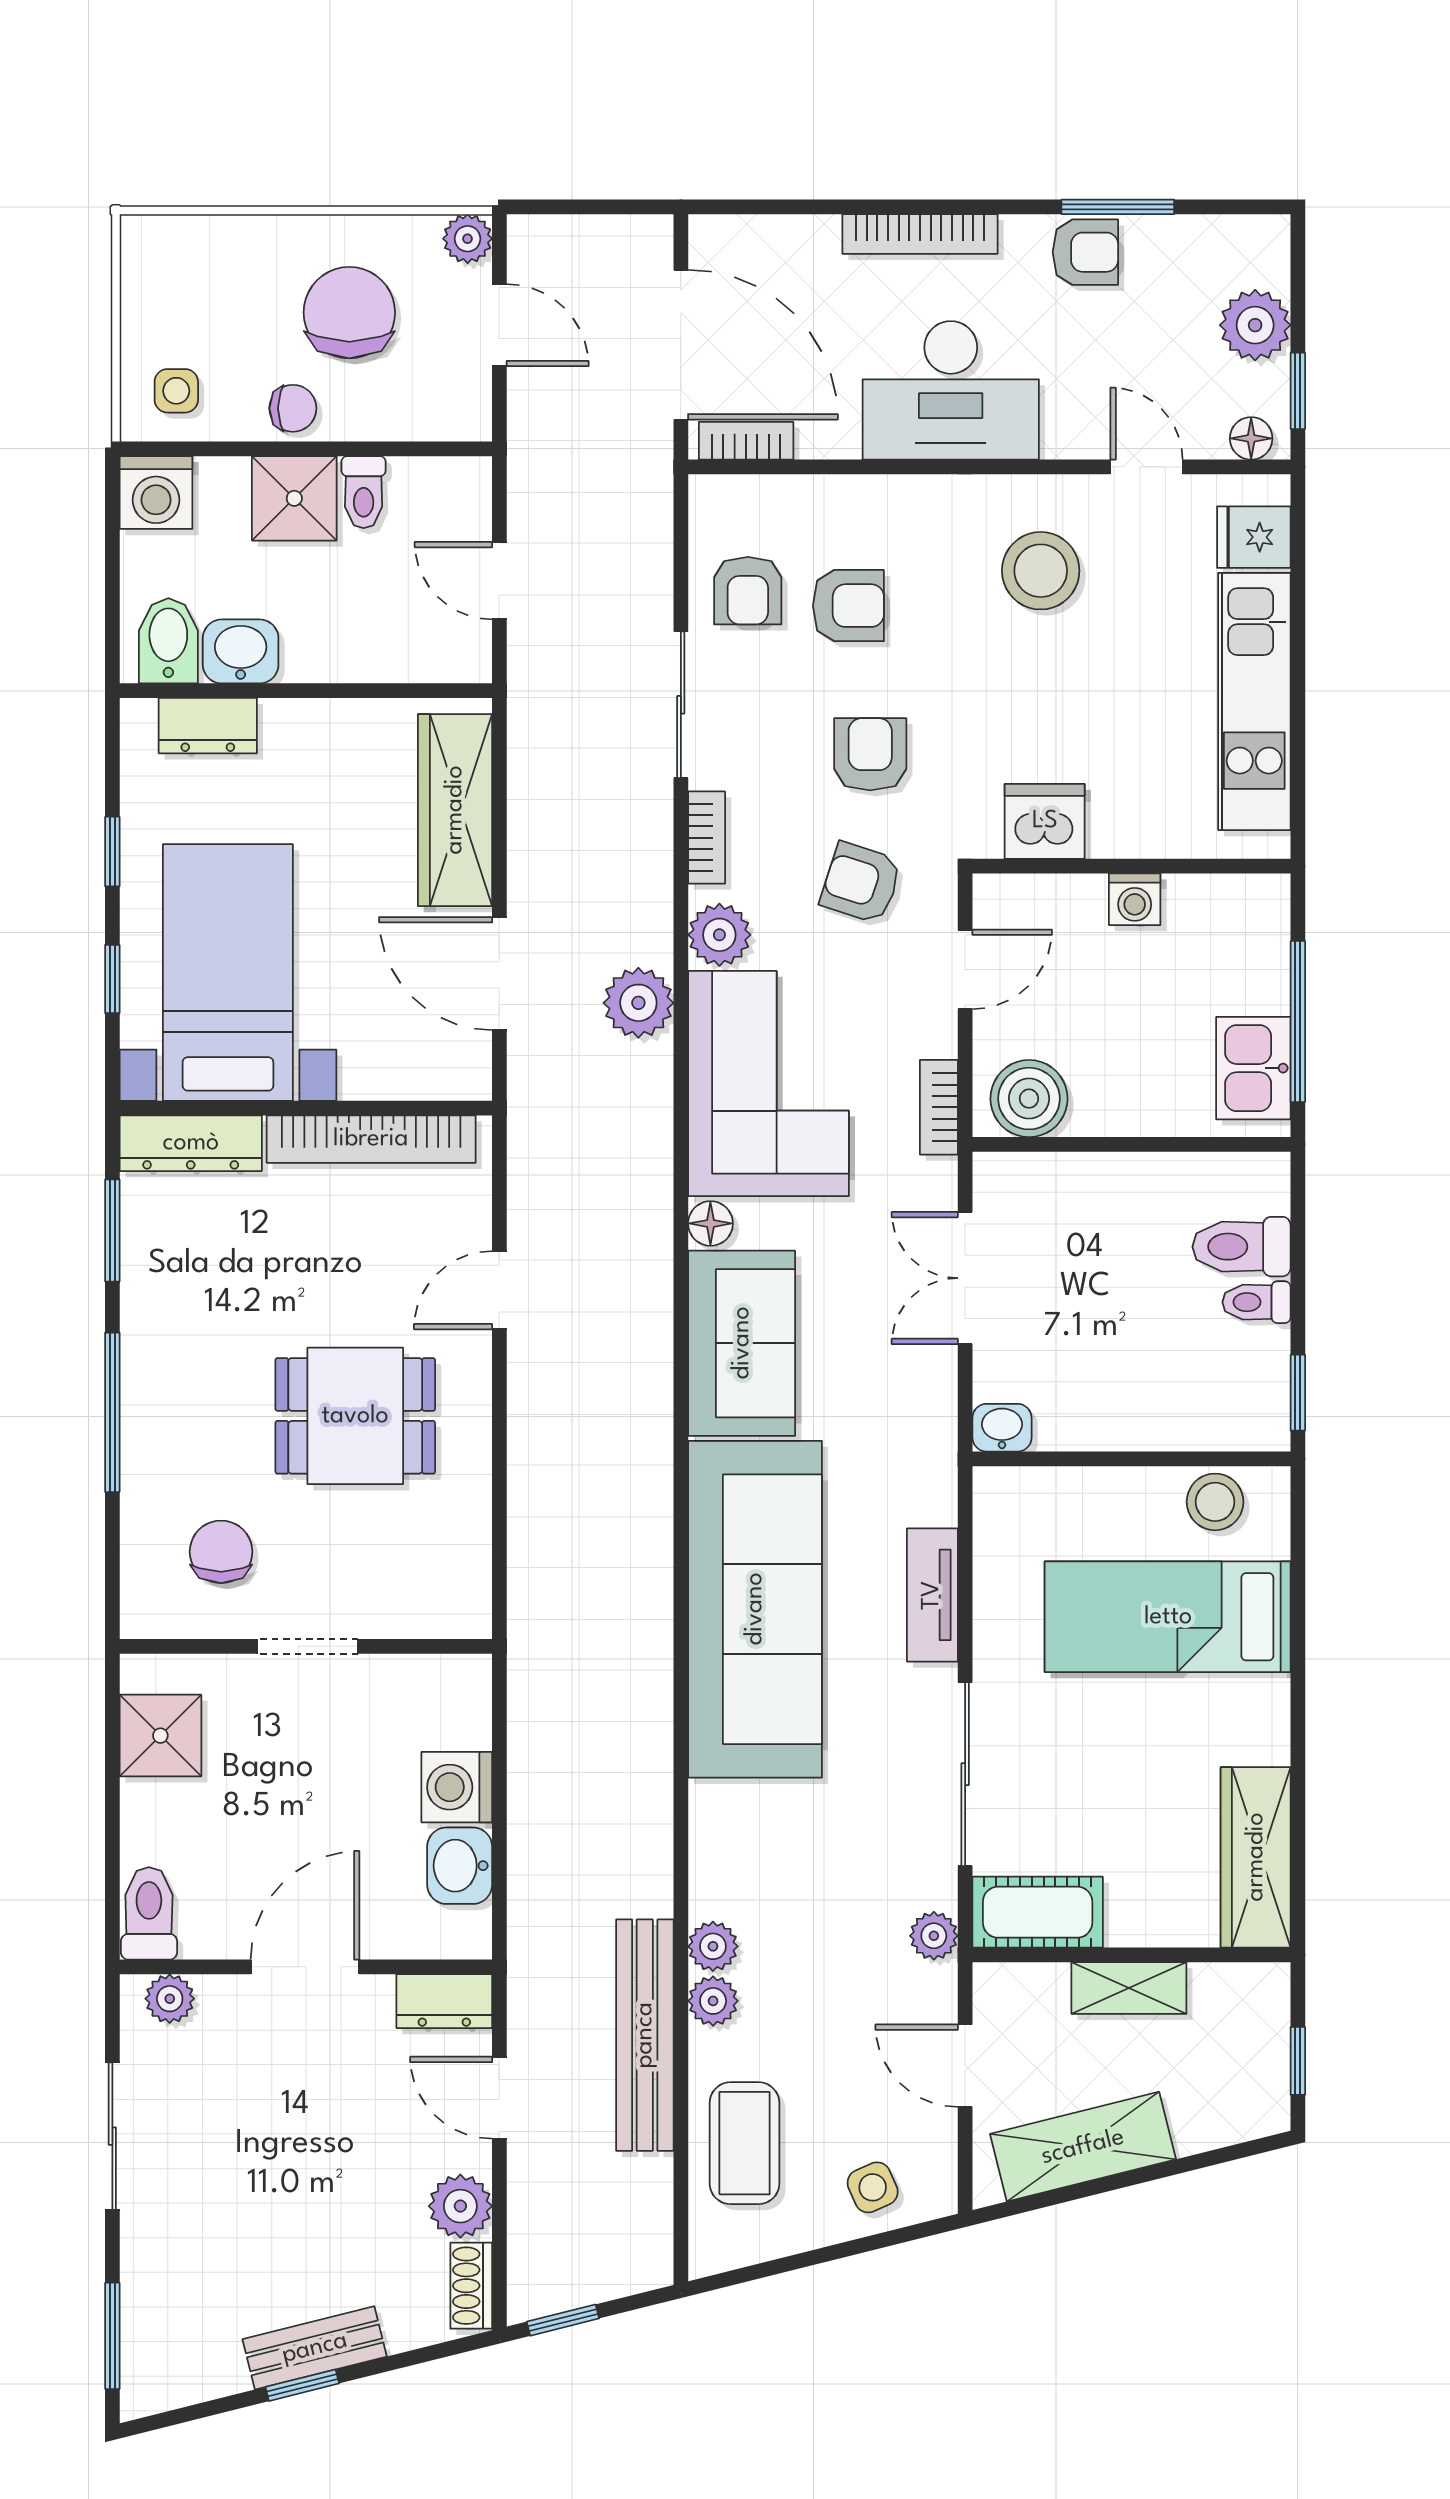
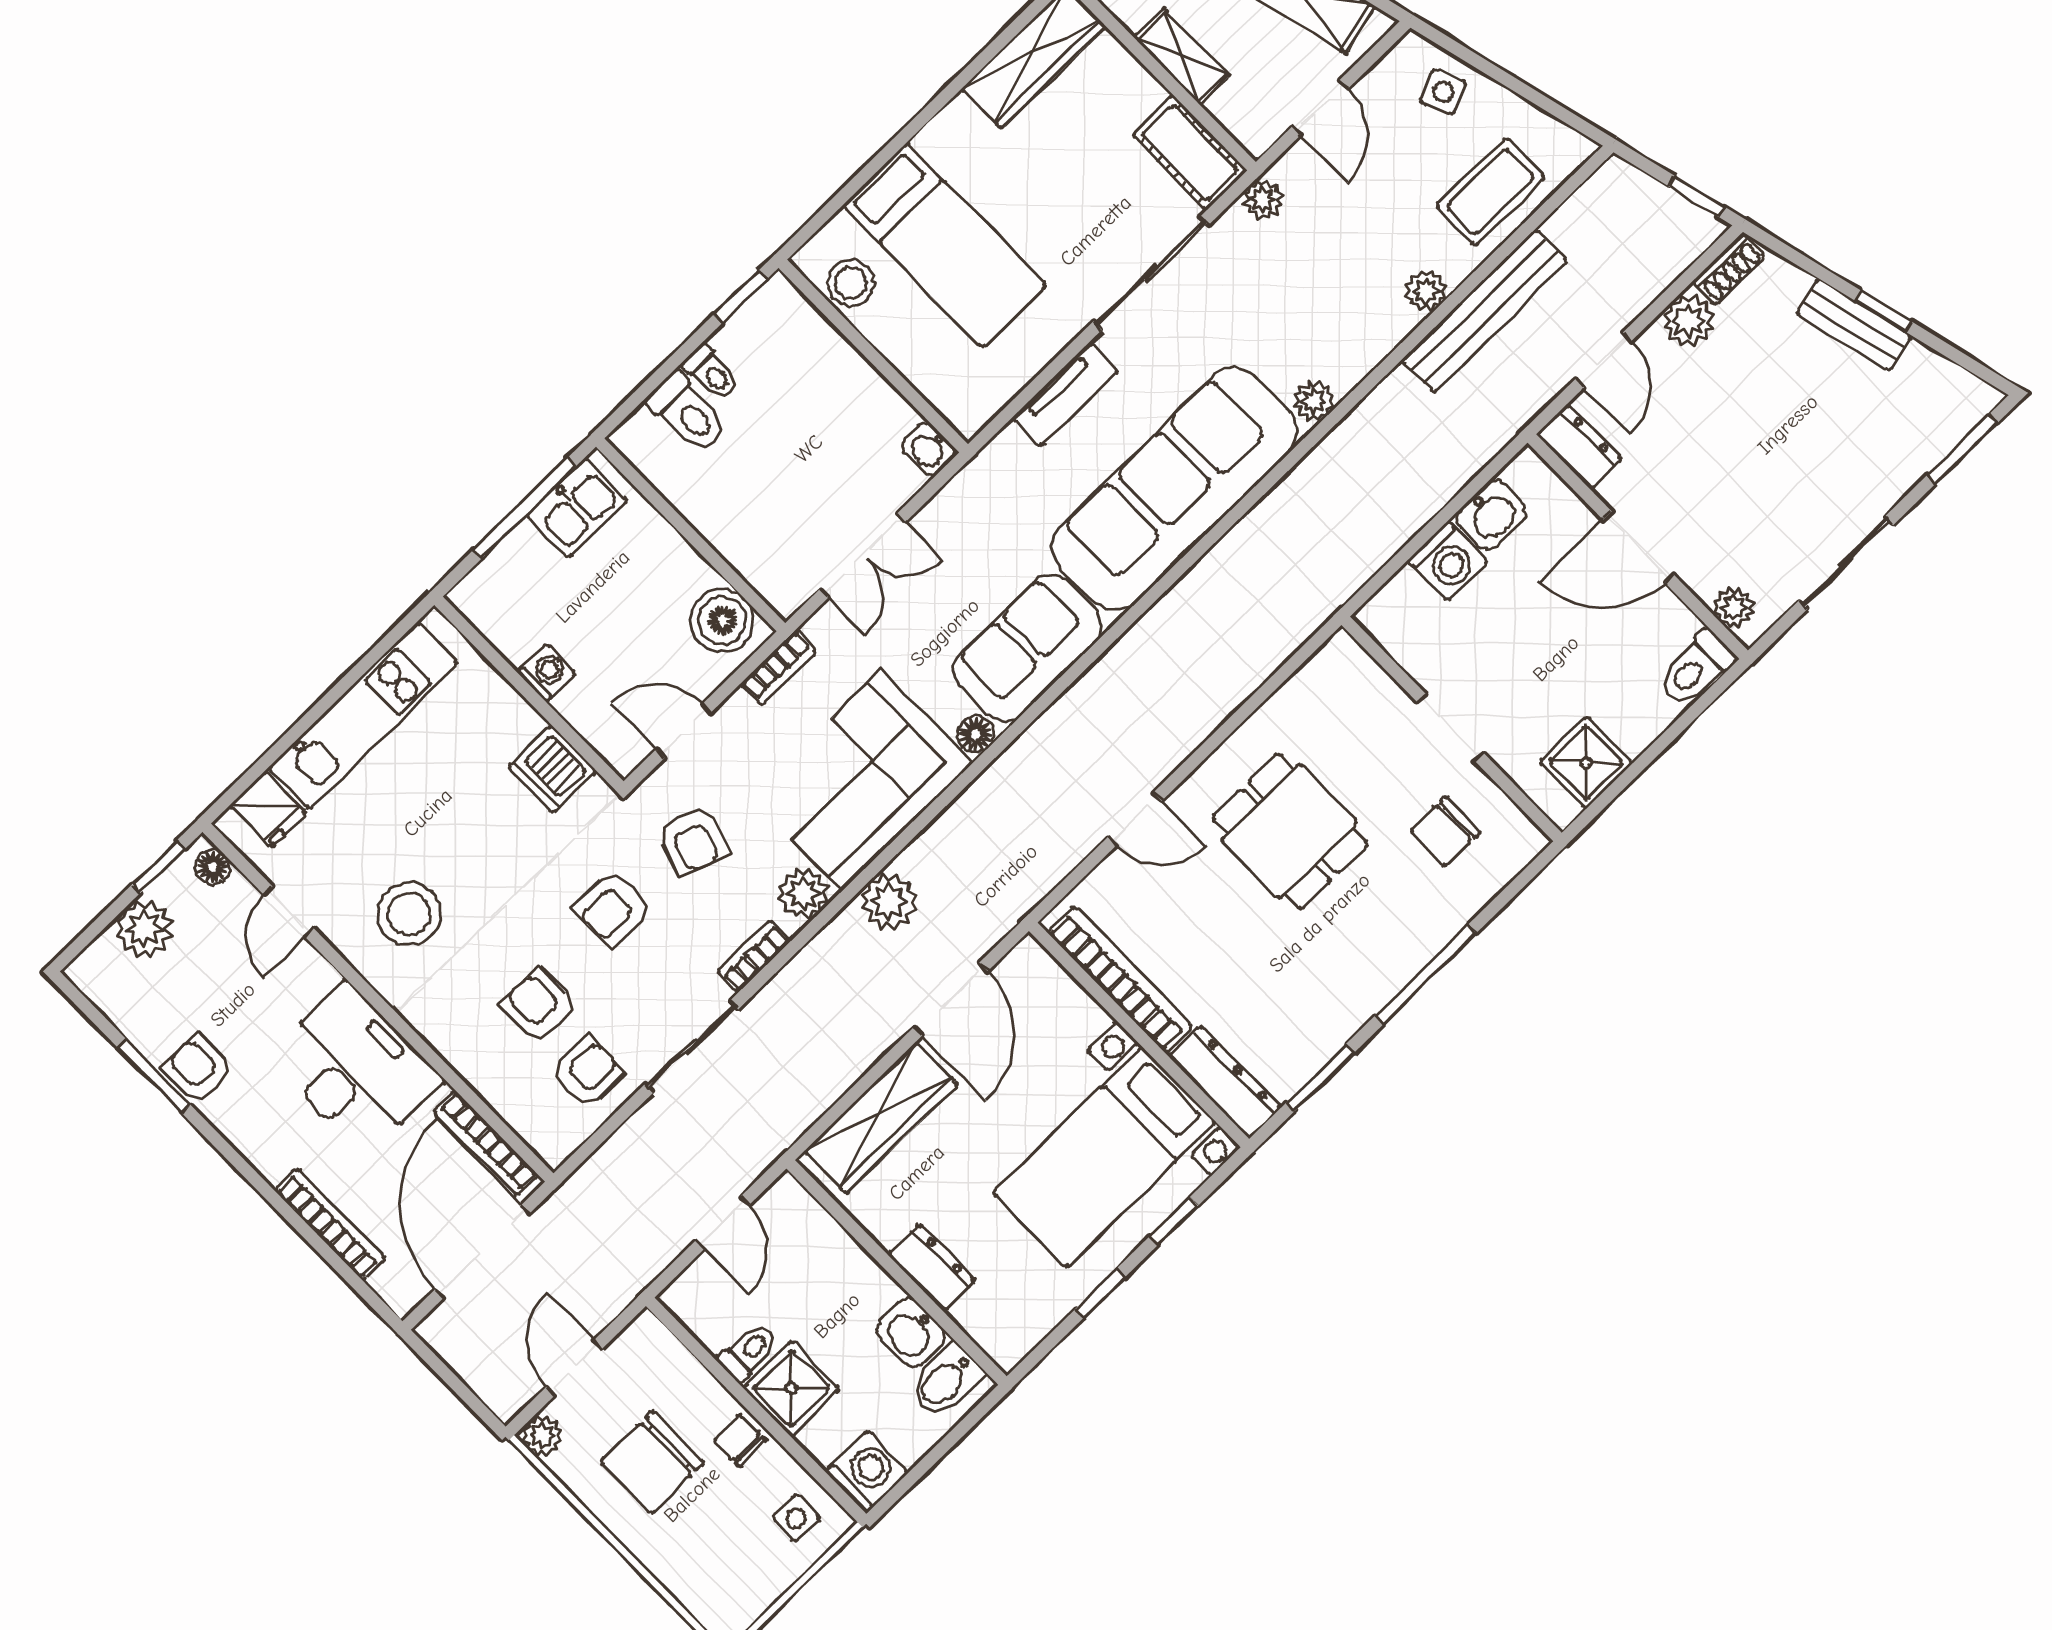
bookcase: (920, 234) -> (330, 1224), moved
bookcase: (746, 441) -> (486, 1143), width x1.56
dresser: (208, 726) -> (932, 1267), moved
plant: (713, 1946) -> (1314, 401), moved

